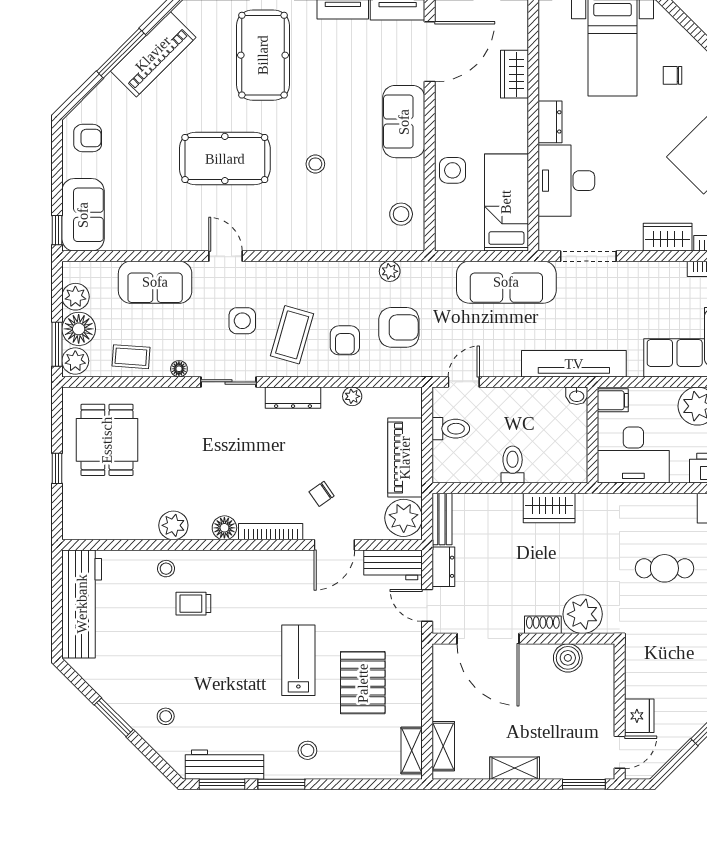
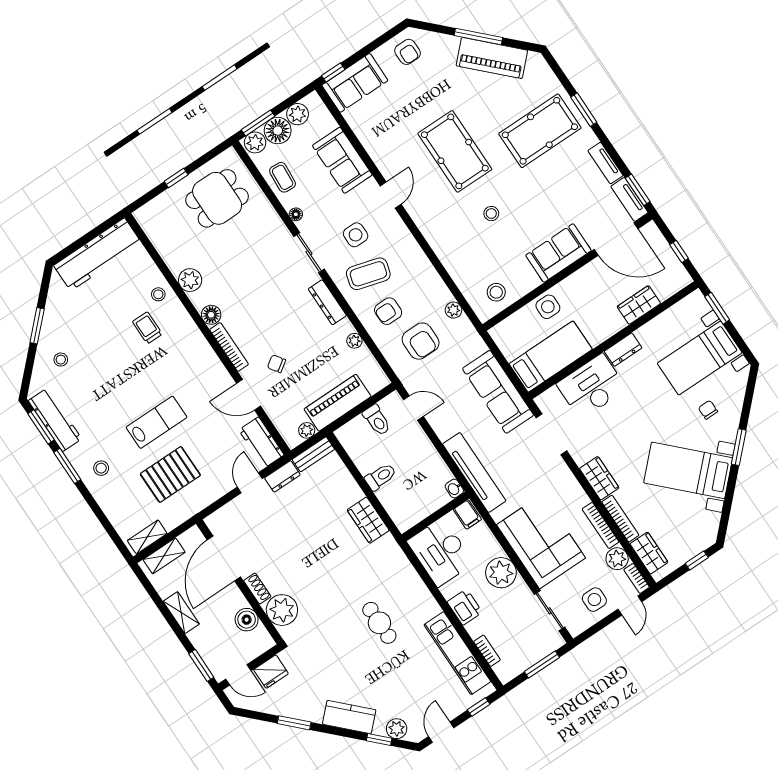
plant: (404, 518) -> (307, 430), width x0.53, depth x0.53
plant: (583, 614) -> (282, 610), moved
shoe rack: (543, 625) -> (257, 588), moved
door: (488, 639) -> (224, 558), moved
wall: (523, 639) -> (240, 582), moved
boiler: (568, 658) -> (247, 620), moved

